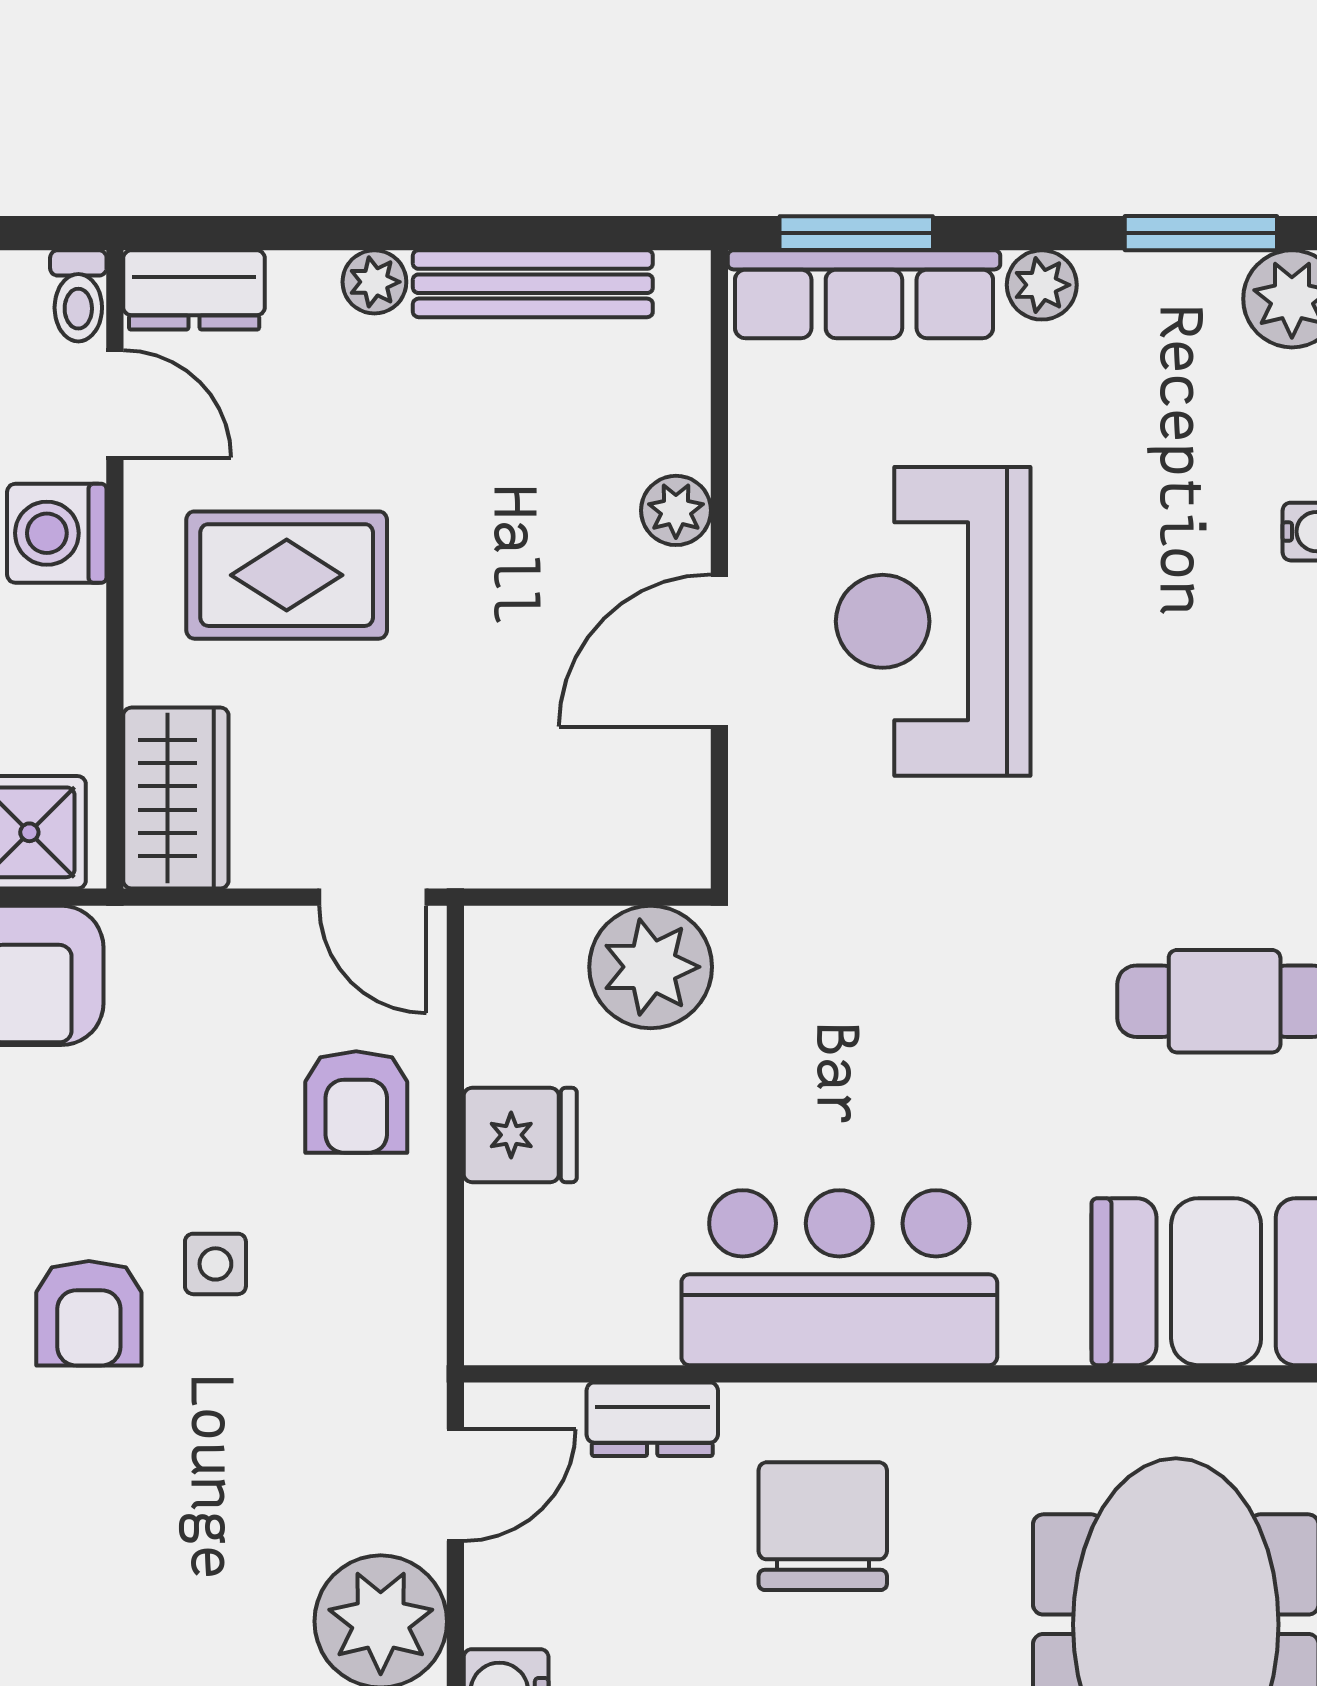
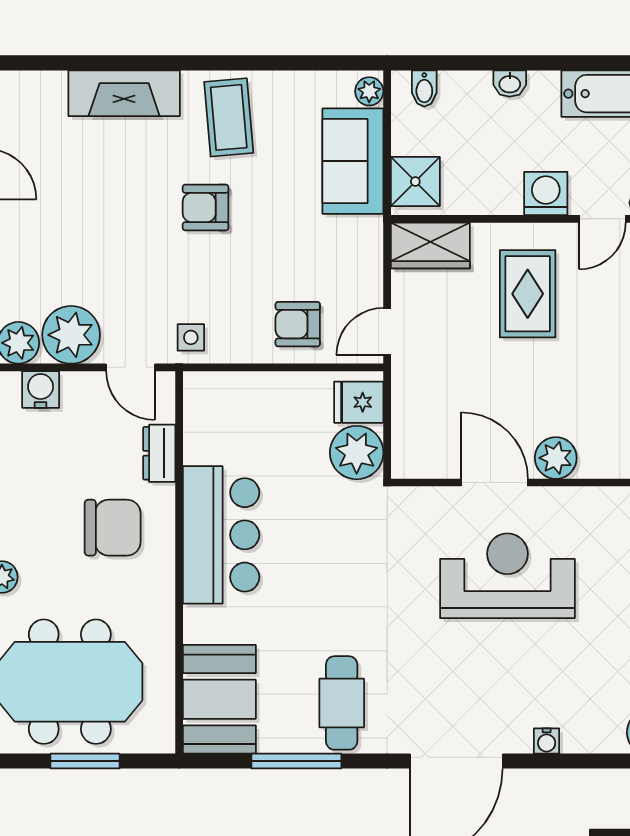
plant: (676, 510) -> (556, 458), width x1.38, depth x1.38
fridge: (520, 1135) -> (359, 402), moved, turned 90
side table: (215, 1264) -> (191, 337), moved

